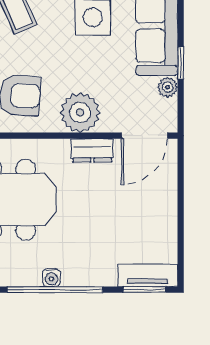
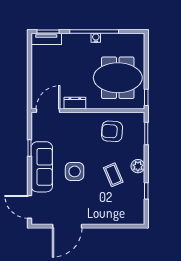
plant: (168, 87) -> (36, 136), removed
plant: (80, 112) -> (81, 123), removed

